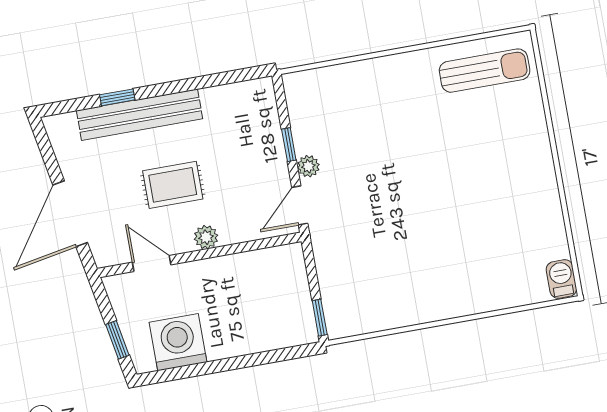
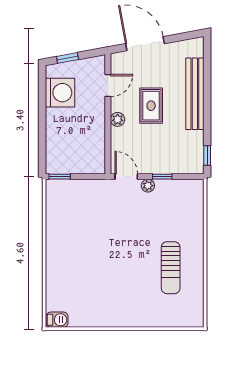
sun lounger: (485, 71) -> (171, 268), moved
window: (117, 97) -> (207, 156), moved

